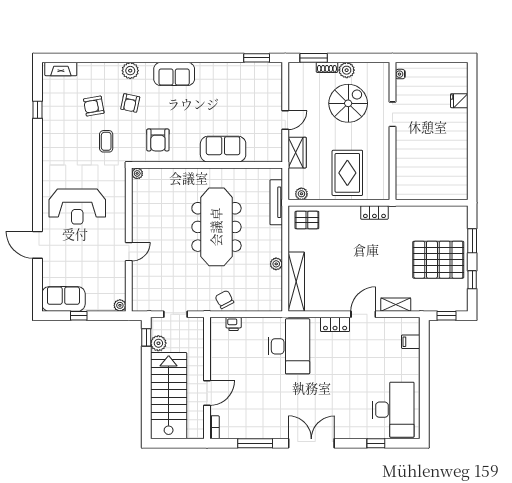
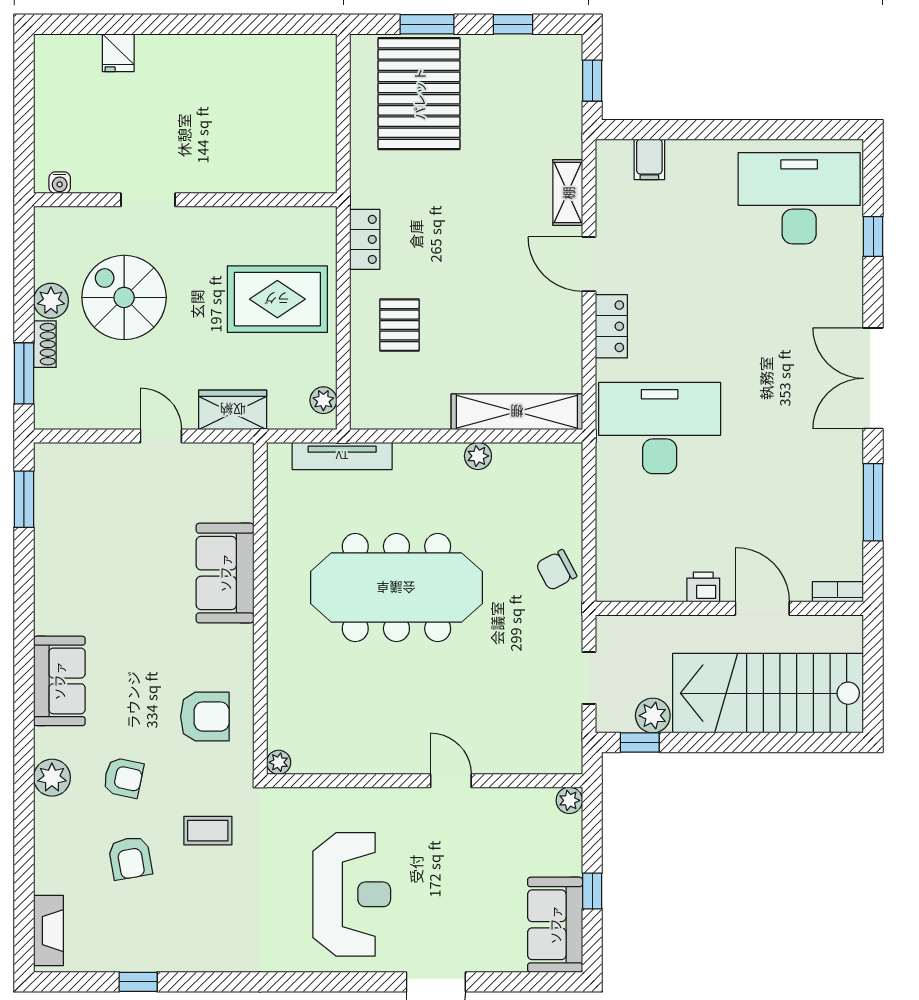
pallet: (307, 220) -> (399, 325), moved
pallet: (438, 260) -> (419, 94), moved
printer: (234, 324) -> (703, 587), moved, turned -90

